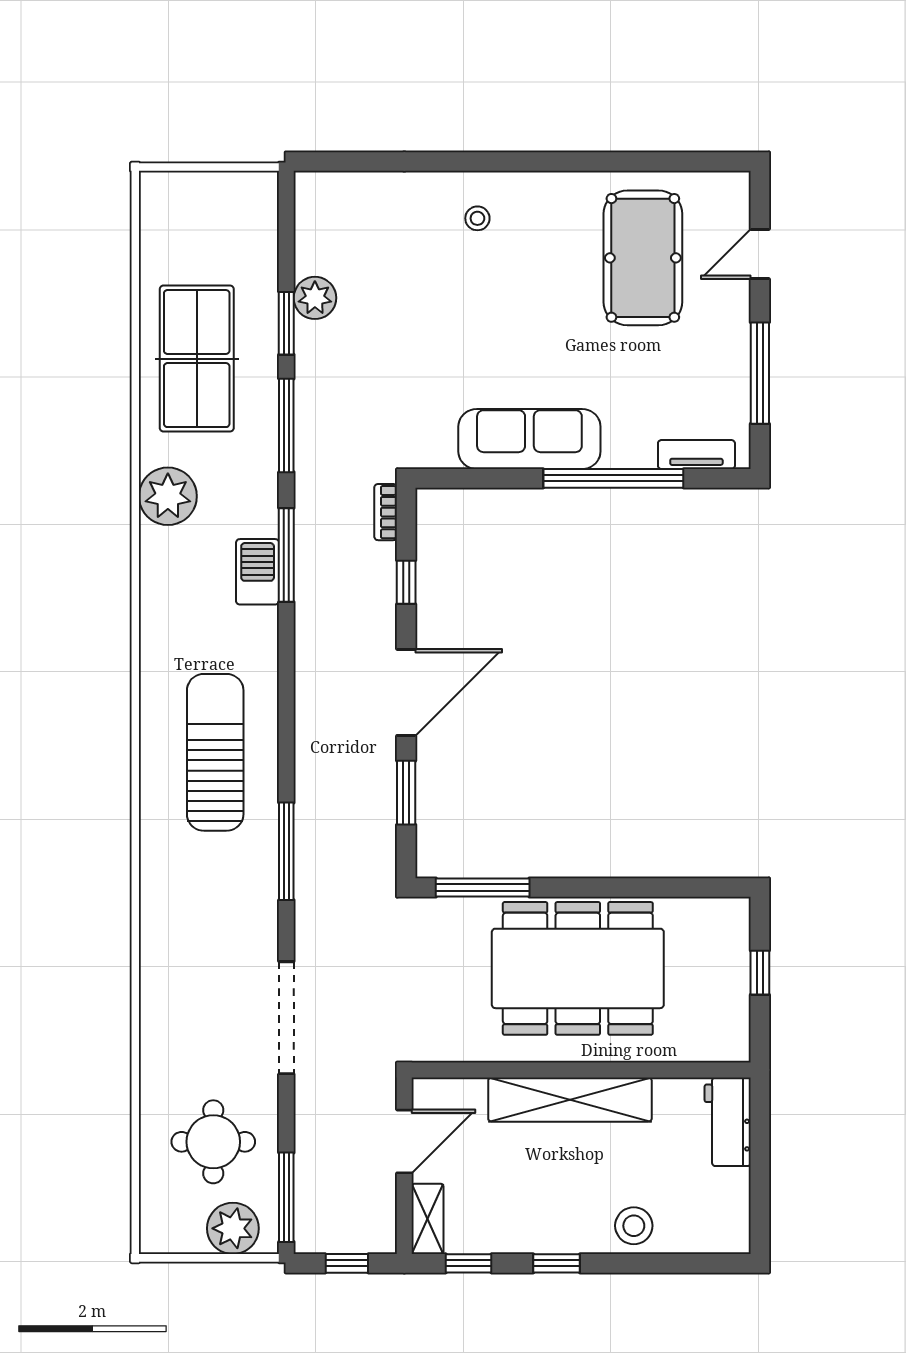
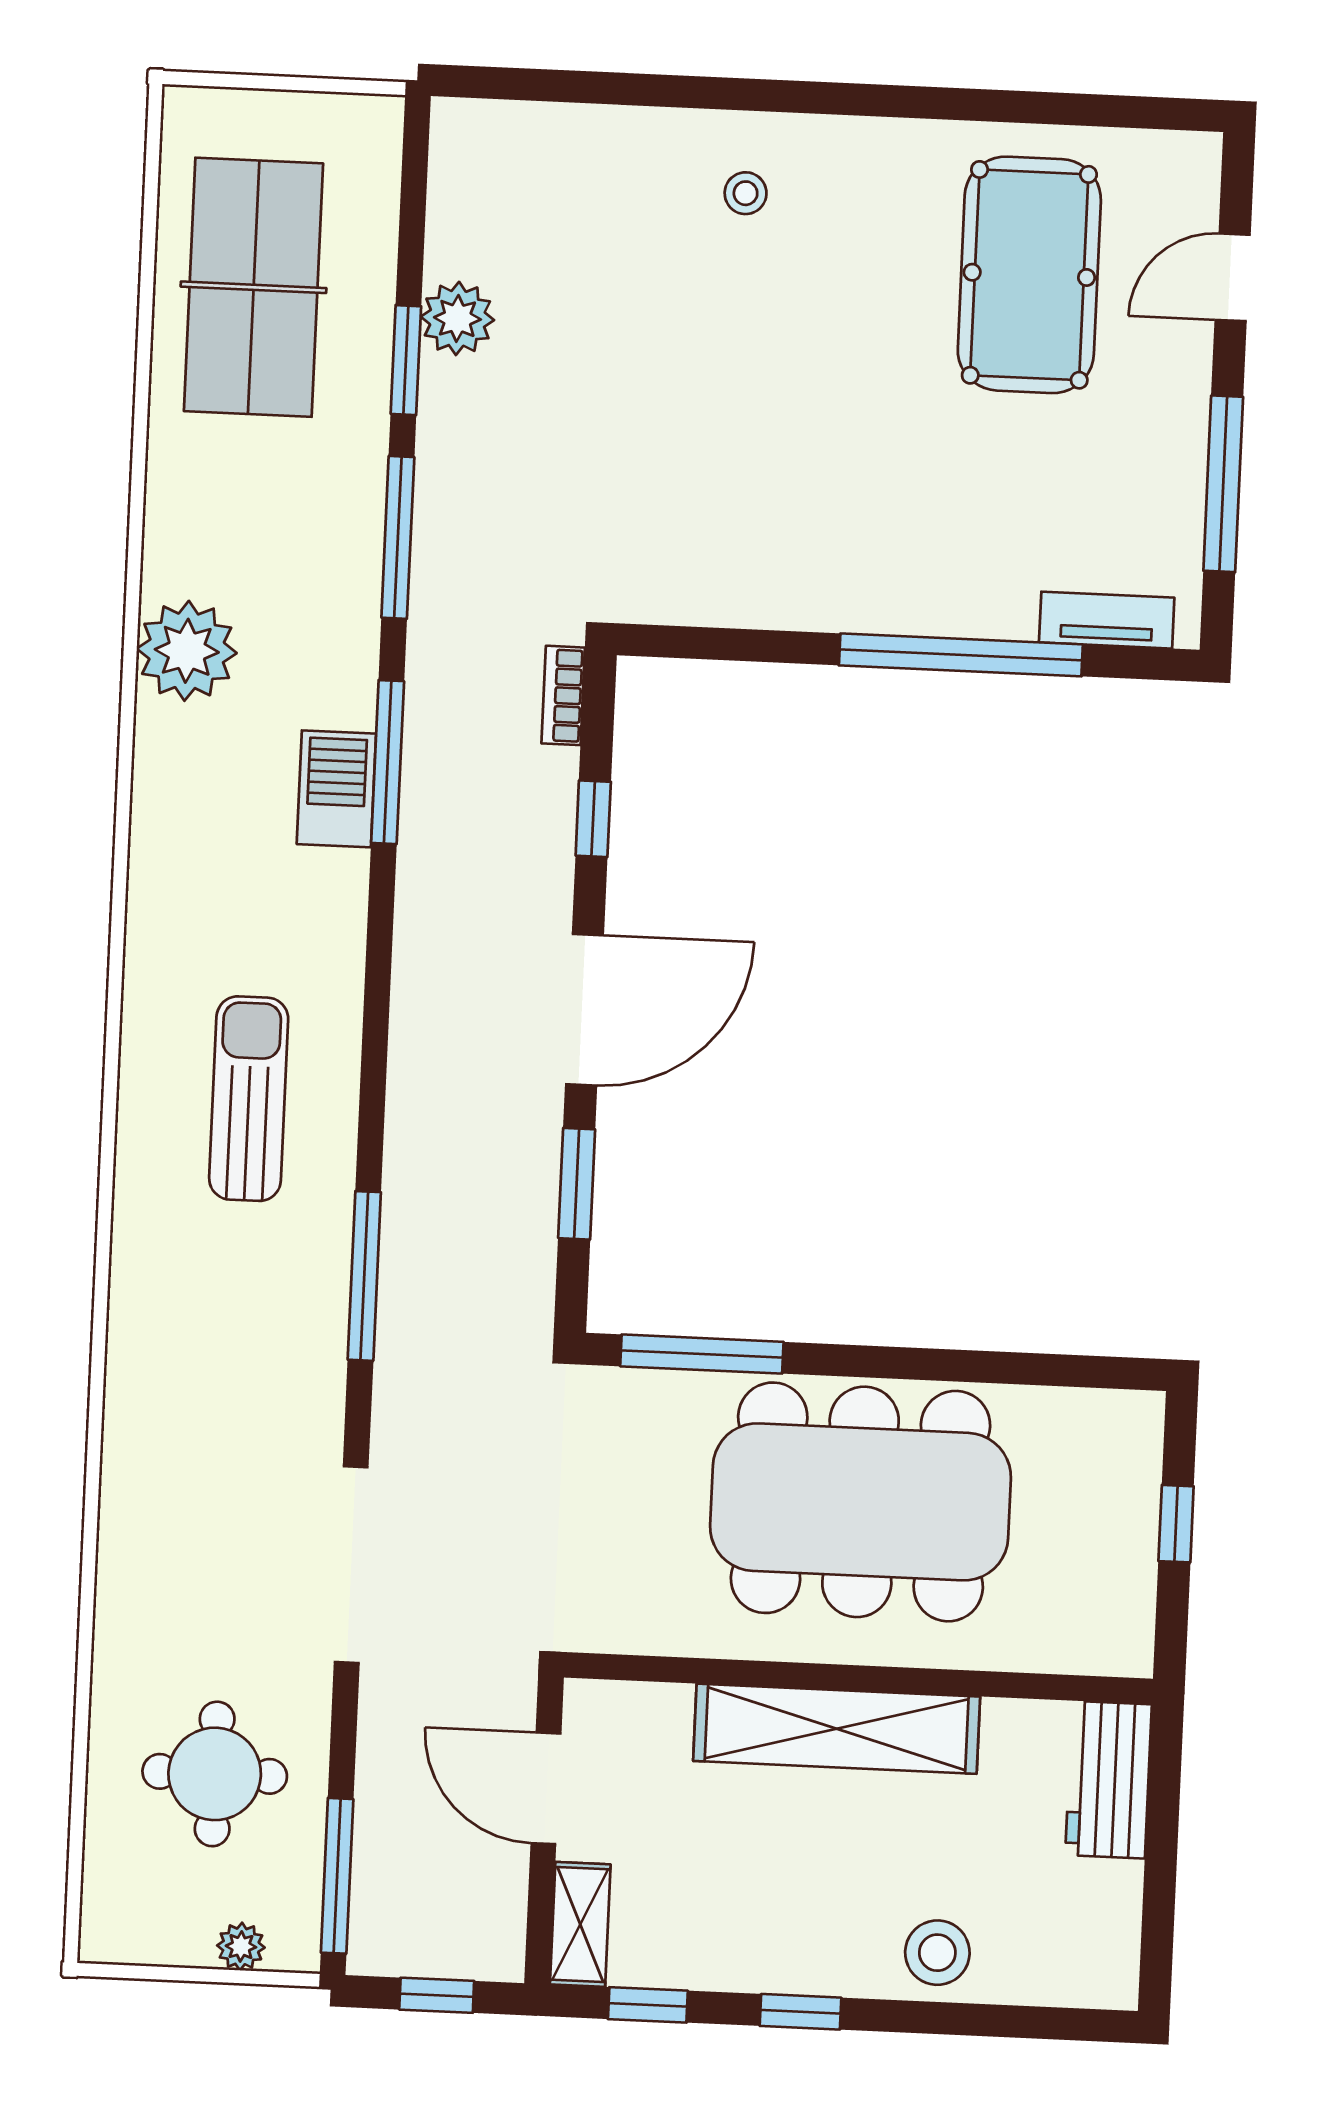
table tennis table: (197, 359) -> (254, 287), moved
sofa: (529, 439) -> (818, 580), removed
sun lounger: (215, 752) -> (249, 1099), width x0.73, depth x0.75
door: (404, 1141) -> (546, 1788), swing flipped
plant: (233, 1228) -> (241, 1946), width x0.53, depth x0.53

